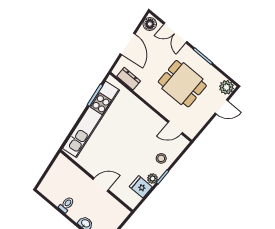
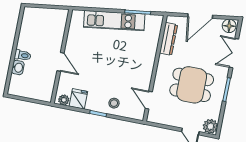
dresser: (129, 79) -> (168, 39), width x1.44
dining table: (182, 84) -> (192, 85), turned 90
kitchen unit: (91, 119) -> (114, 21), width x0.73
plant: (152, 179) -> (64, 100), moved
toilet: (67, 205) -> (23, 55), moved

